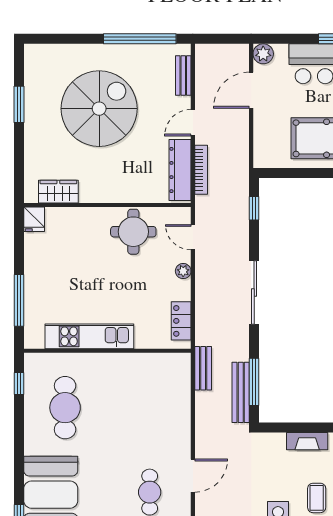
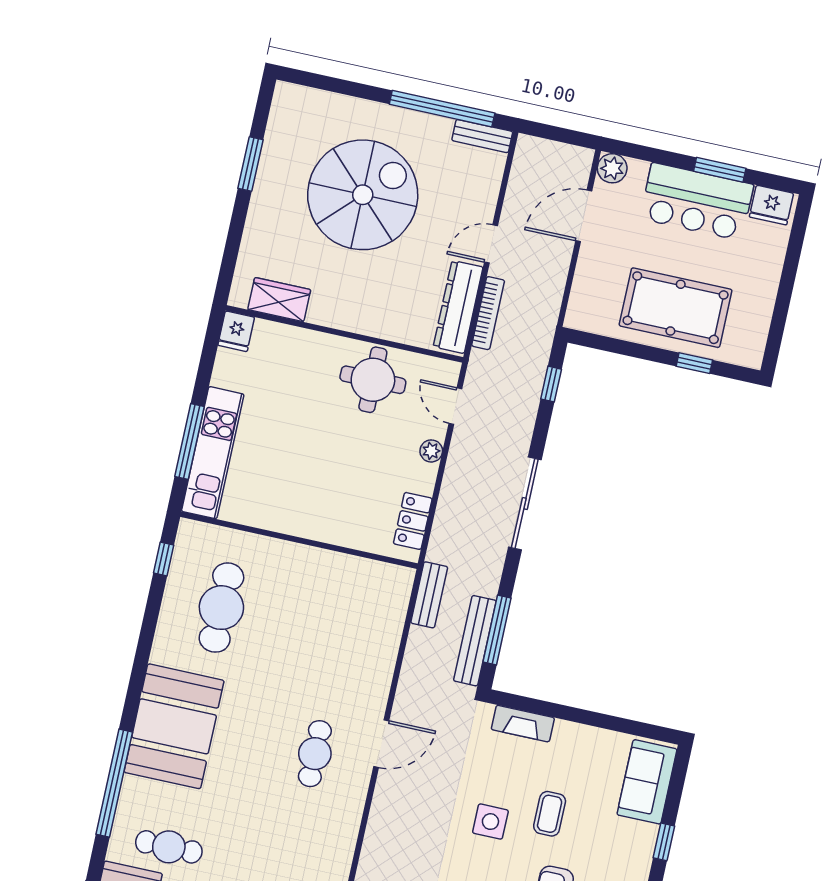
bench: (183, 75) -> (482, 136), moved, turned 90
kitchen unit: (89, 336) -> (213, 453), moved, turned 90
fireplace: (307, 441) -> (523, 724), moved

